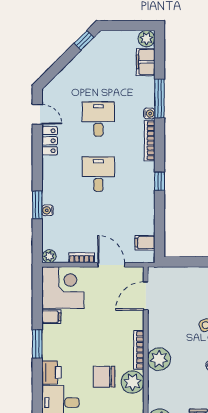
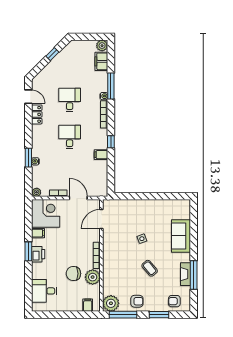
window: (84, 40) -> (52, 54), moved
filing cabinet: (145, 243) -> (101, 155), moved
plant: (159, 359) -> (110, 262), removed
printer: (52, 372) -> (38, 254), moved

